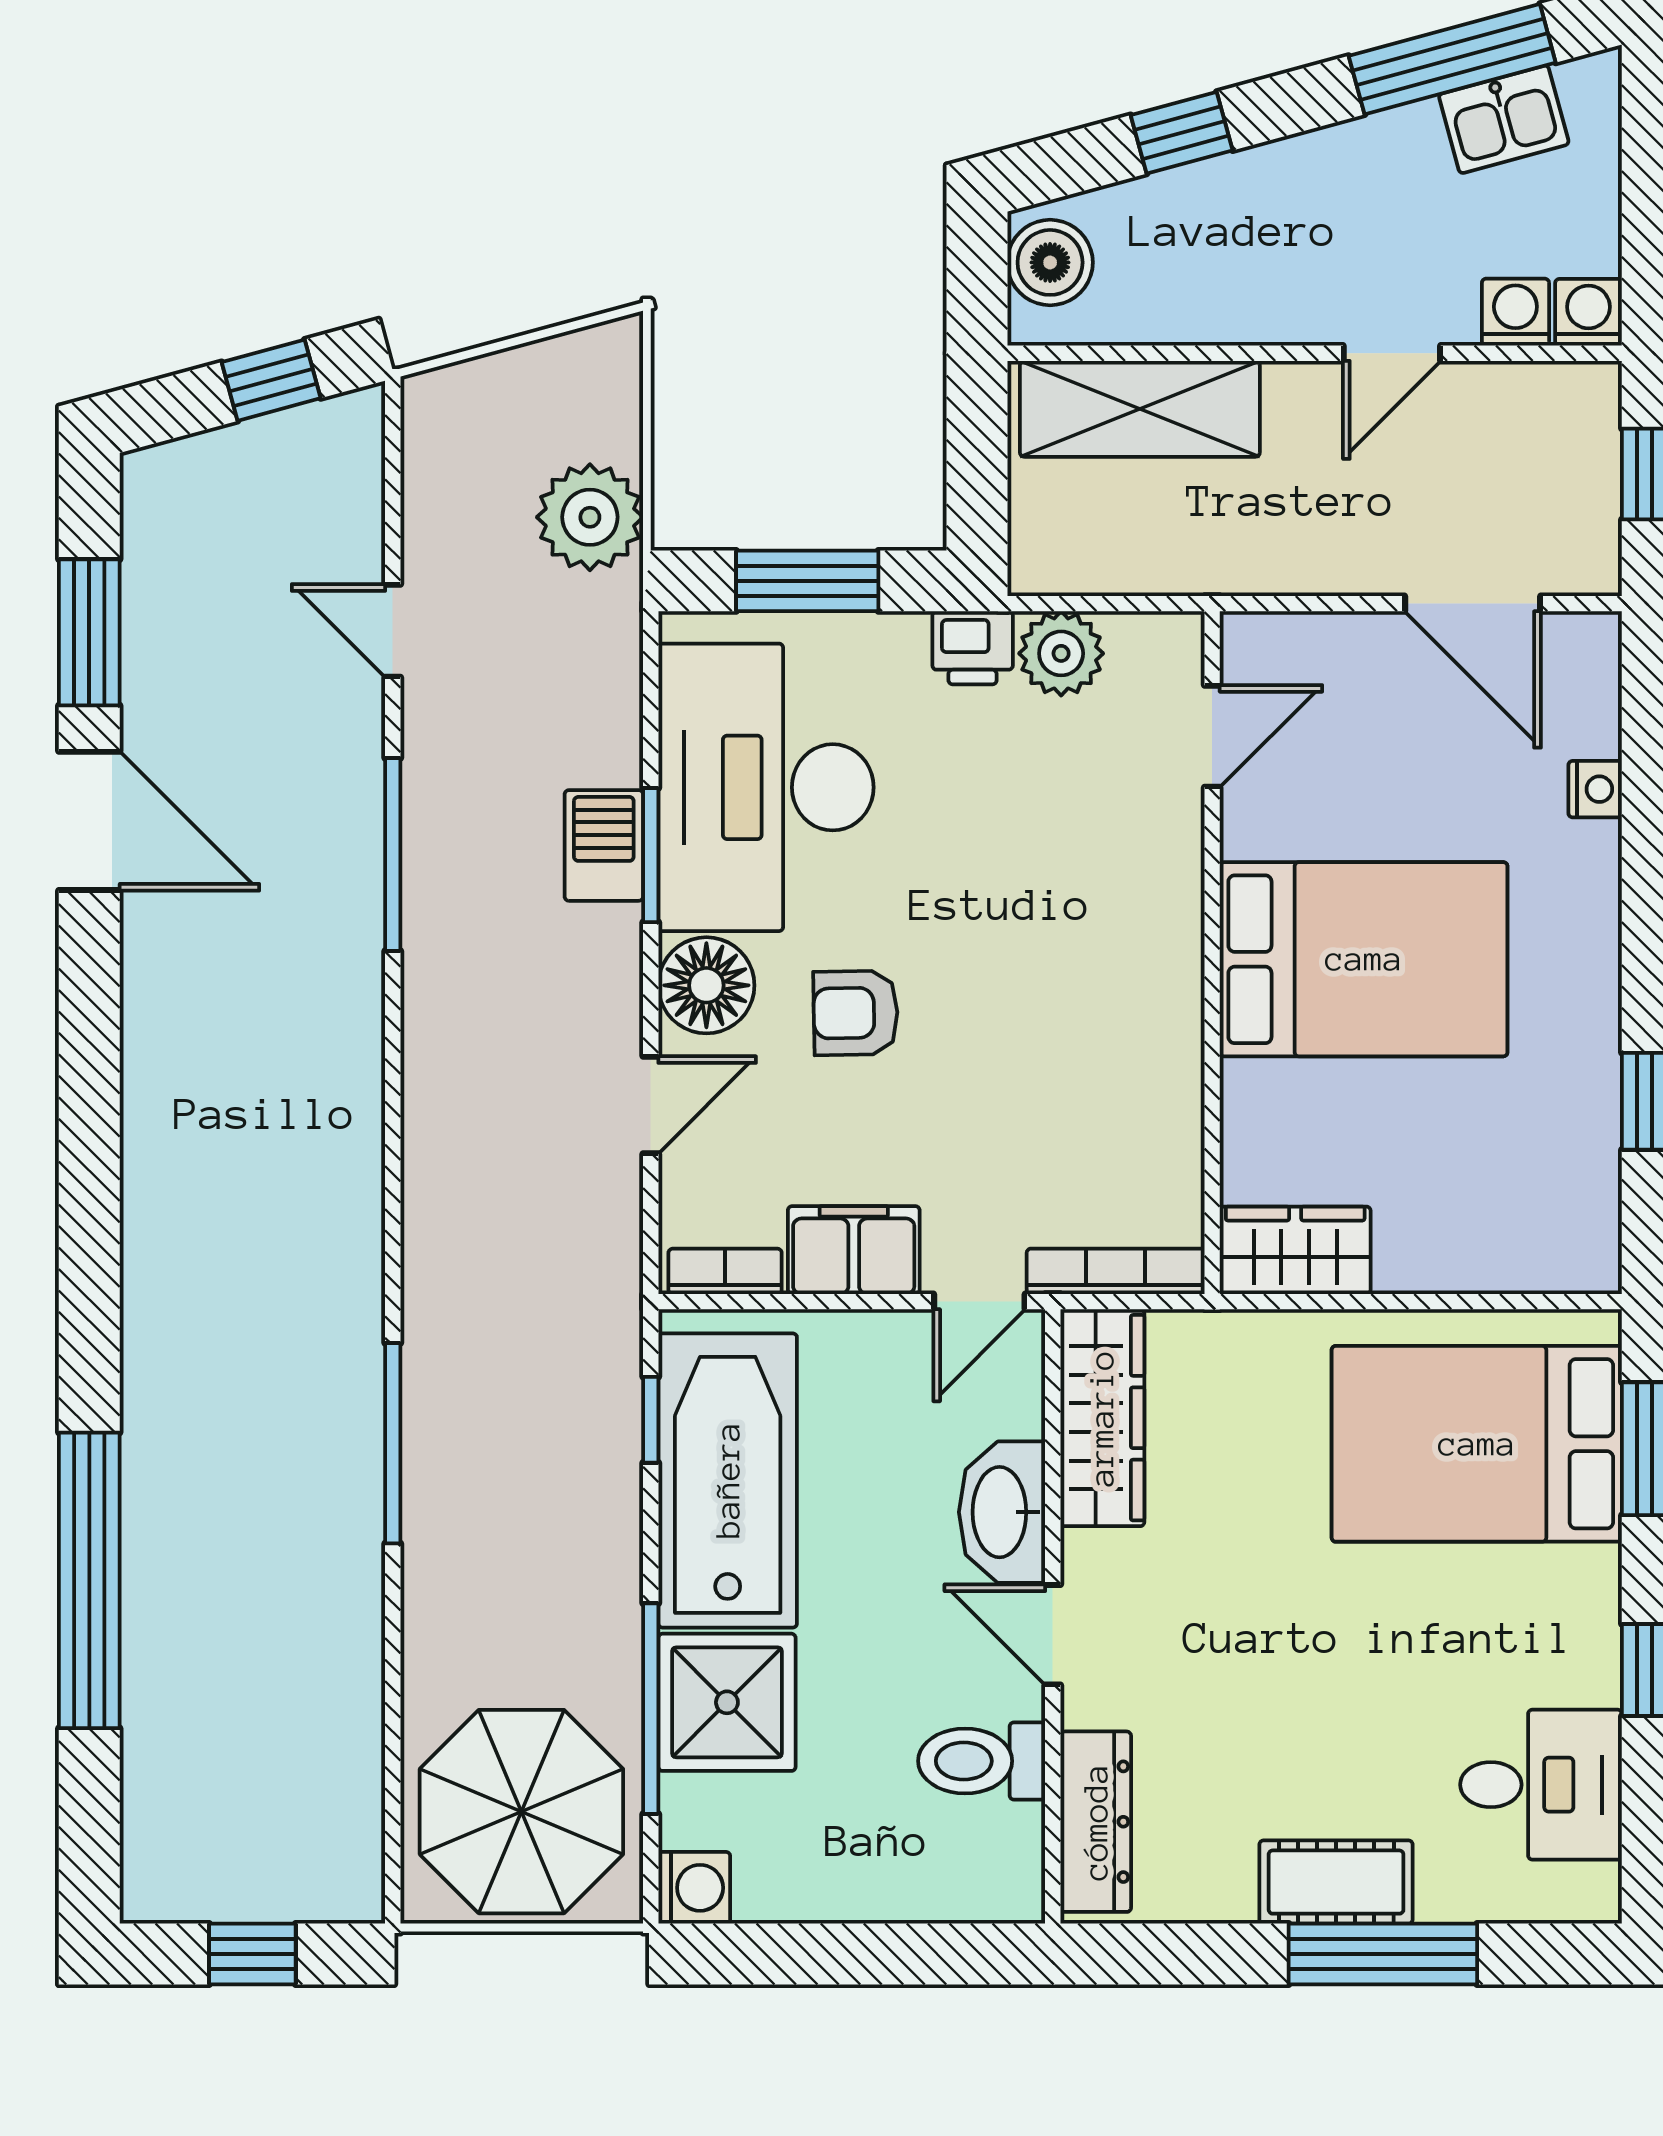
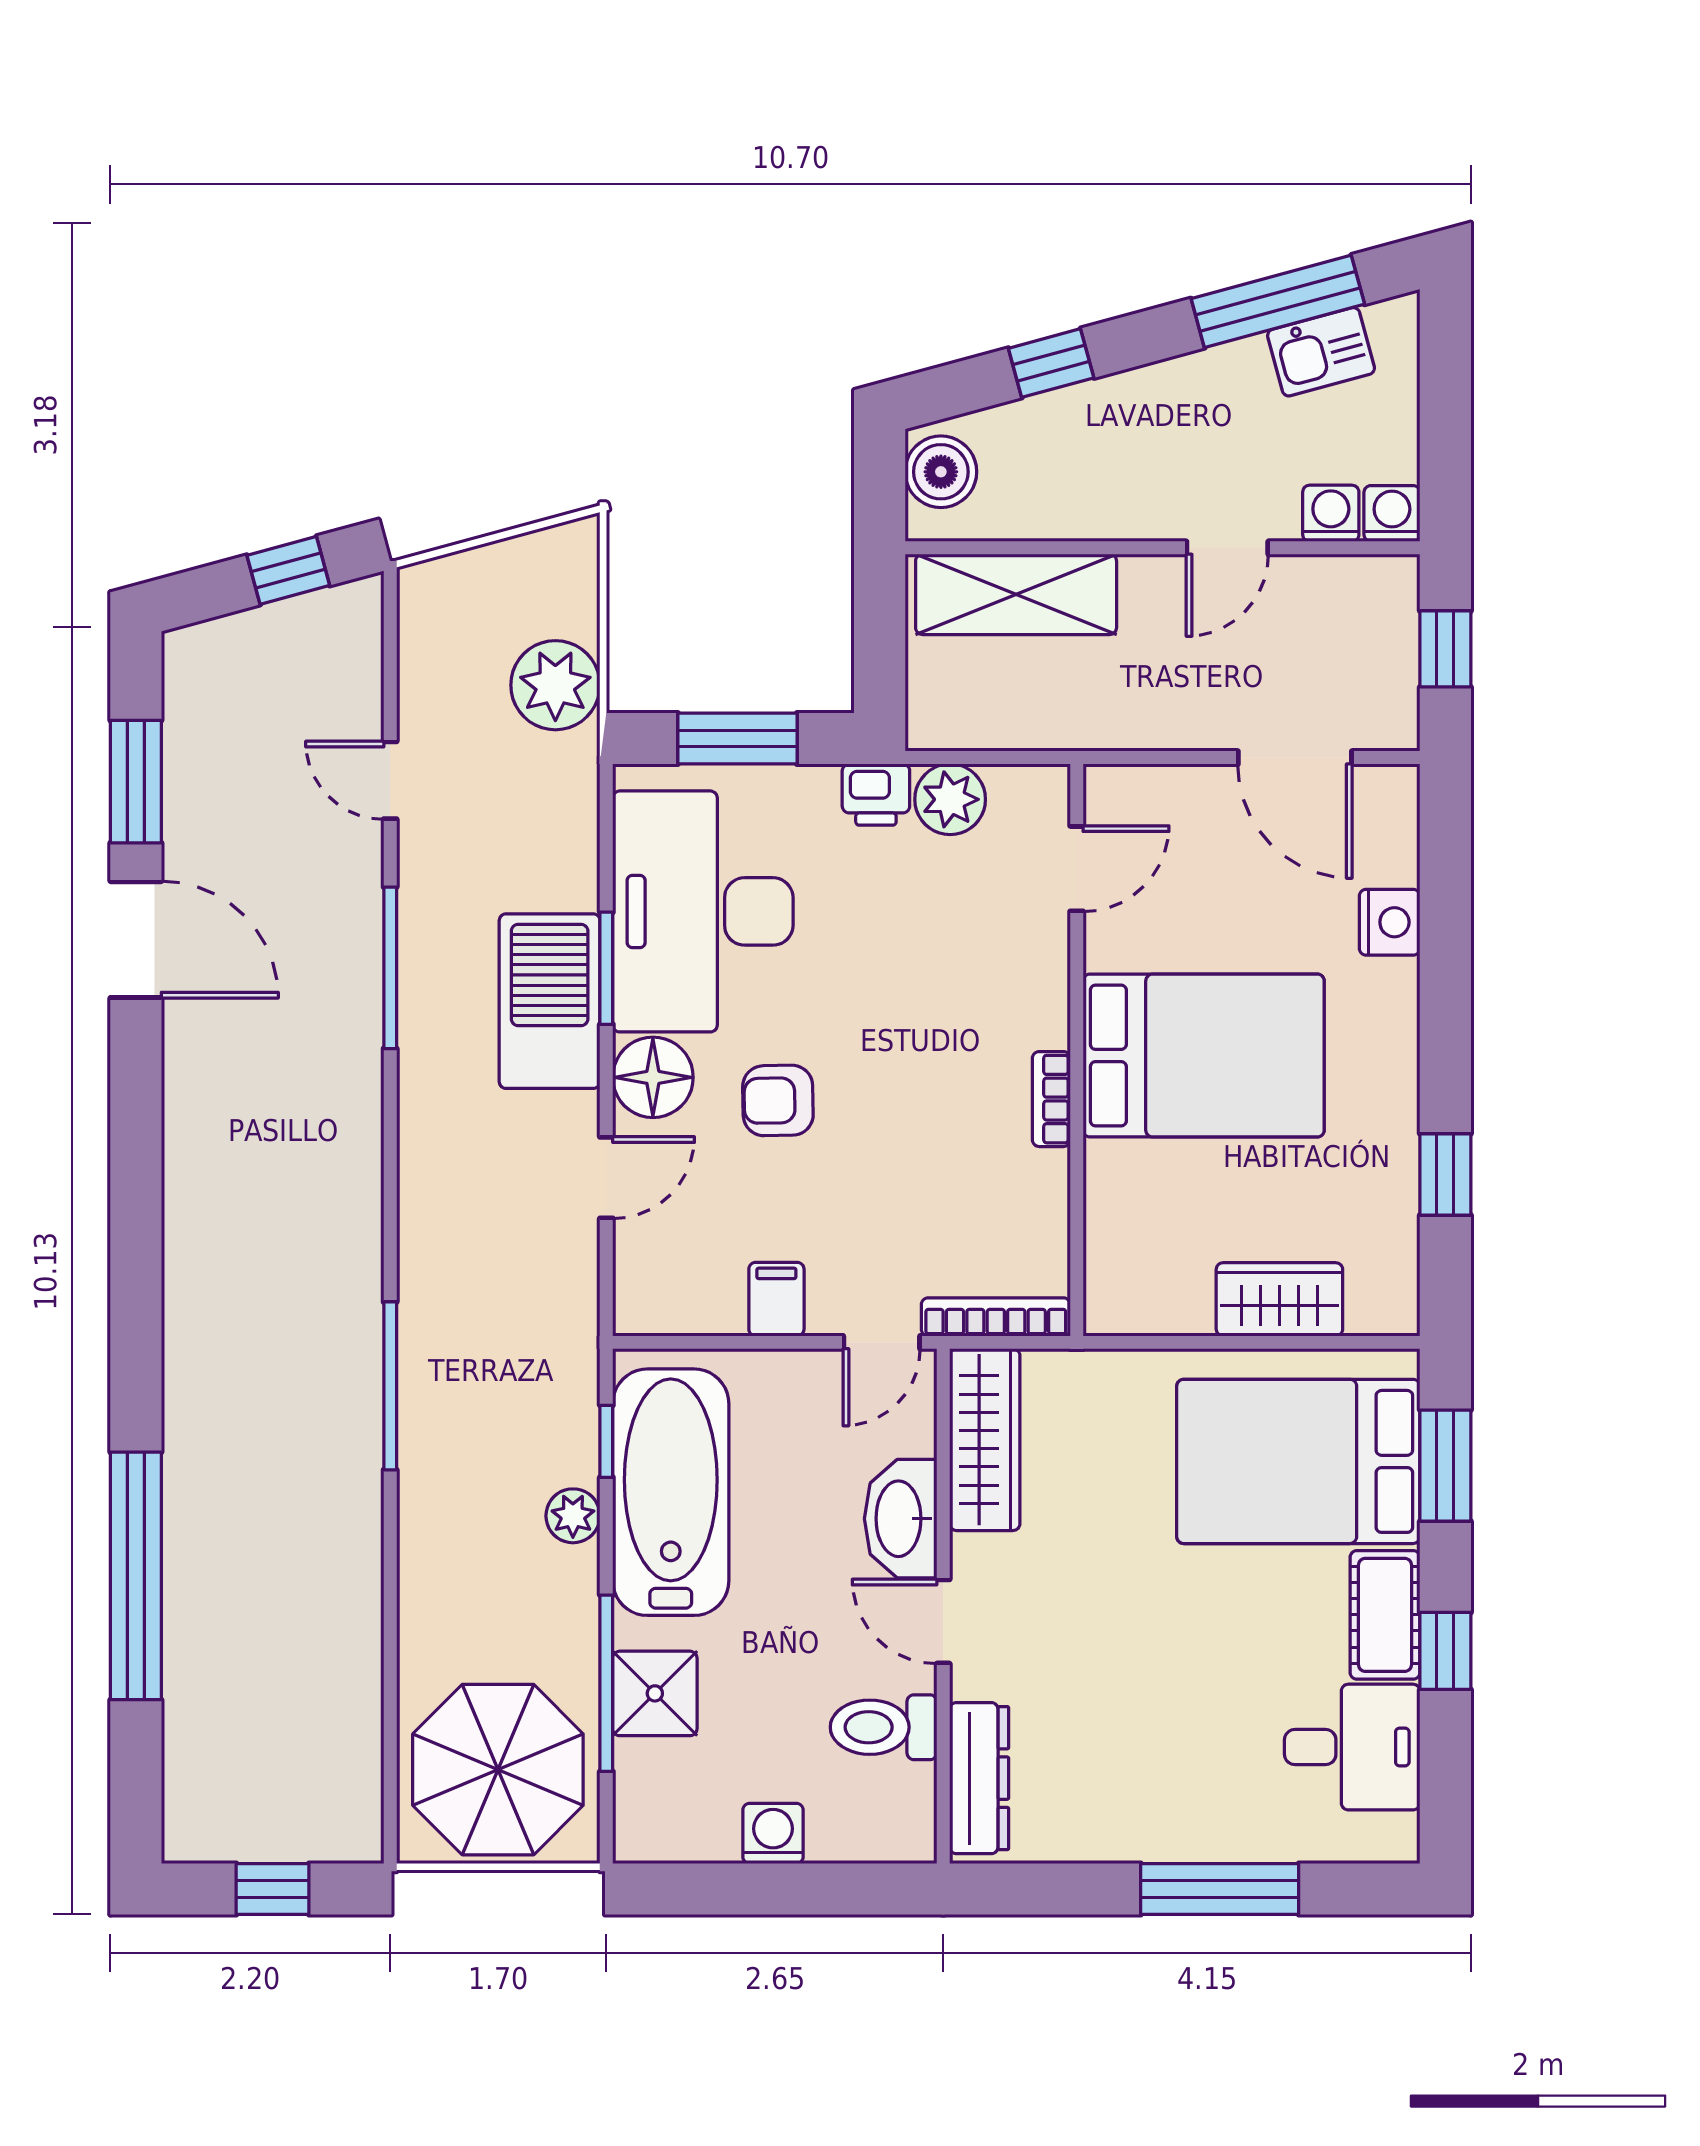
nightstand: (1595, 789) -> (1390, 922), width x1.39, depth x1.35
barbecue: (604, 845) -> (550, 1001), width x1.88, depth x1.53
filing cabinet: (854, 1250) -> (776, 1299), width x0.50
wardrobe: (1295, 1250) -> (1279, 1299), moved
bookcase: (725, 1271) -> (1051, 1099), moved, turned -90
window: (393, 1443) -> (390, 1386), moved
plant: (611, 1509) -> (573, 1516), added
shower: (727, 1702) -> (655, 1693), width x0.73, depth x0.73
cot: (1336, 1882) -> (1385, 1615), moved, turned 90
washing machine: (694, 1888) -> (773, 1833), moved, turned -90

